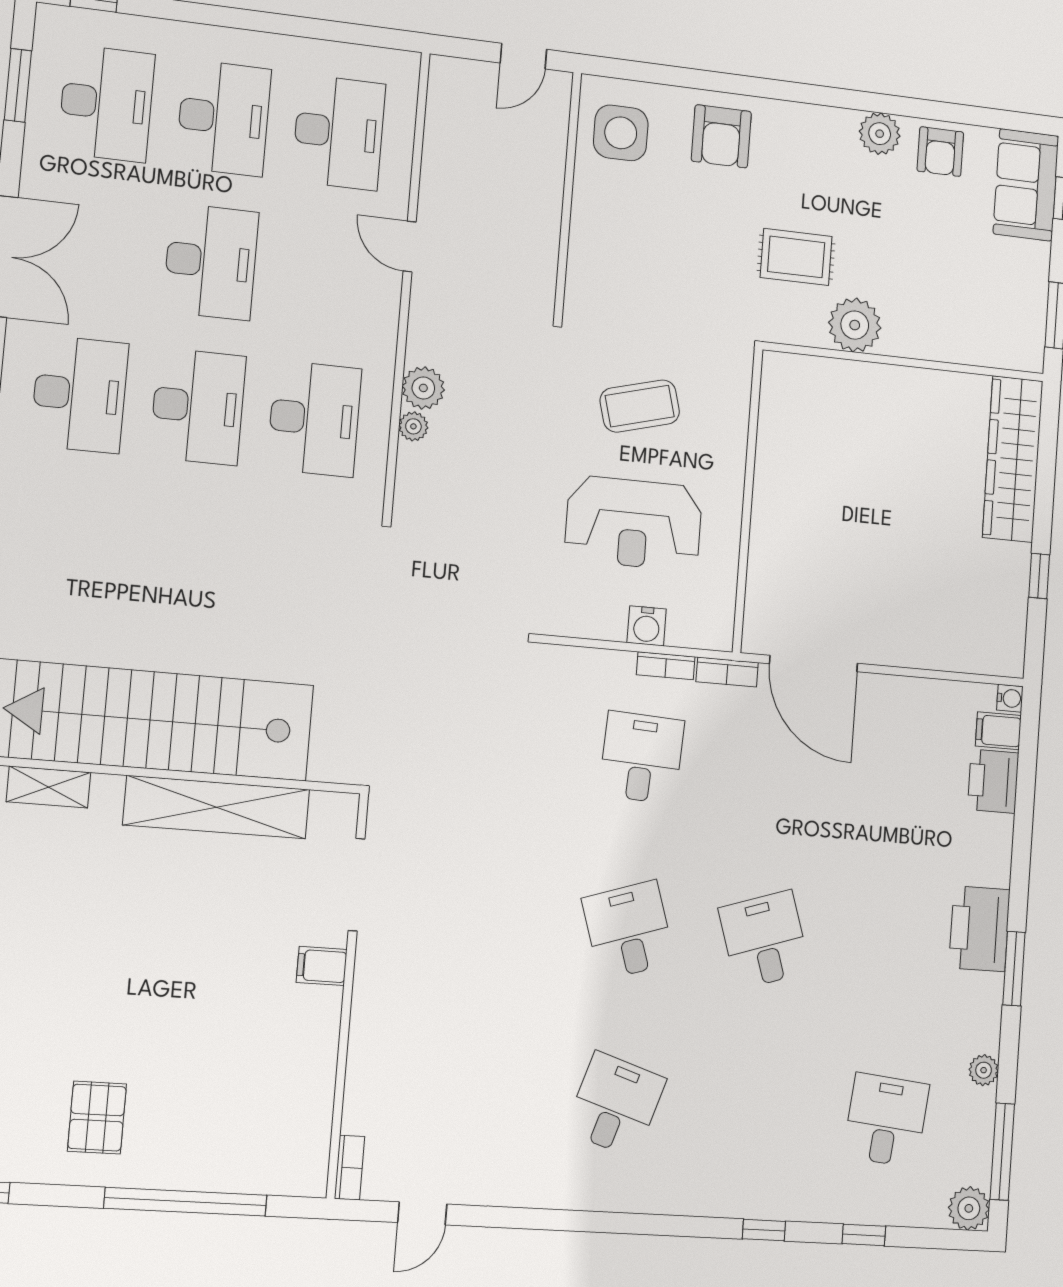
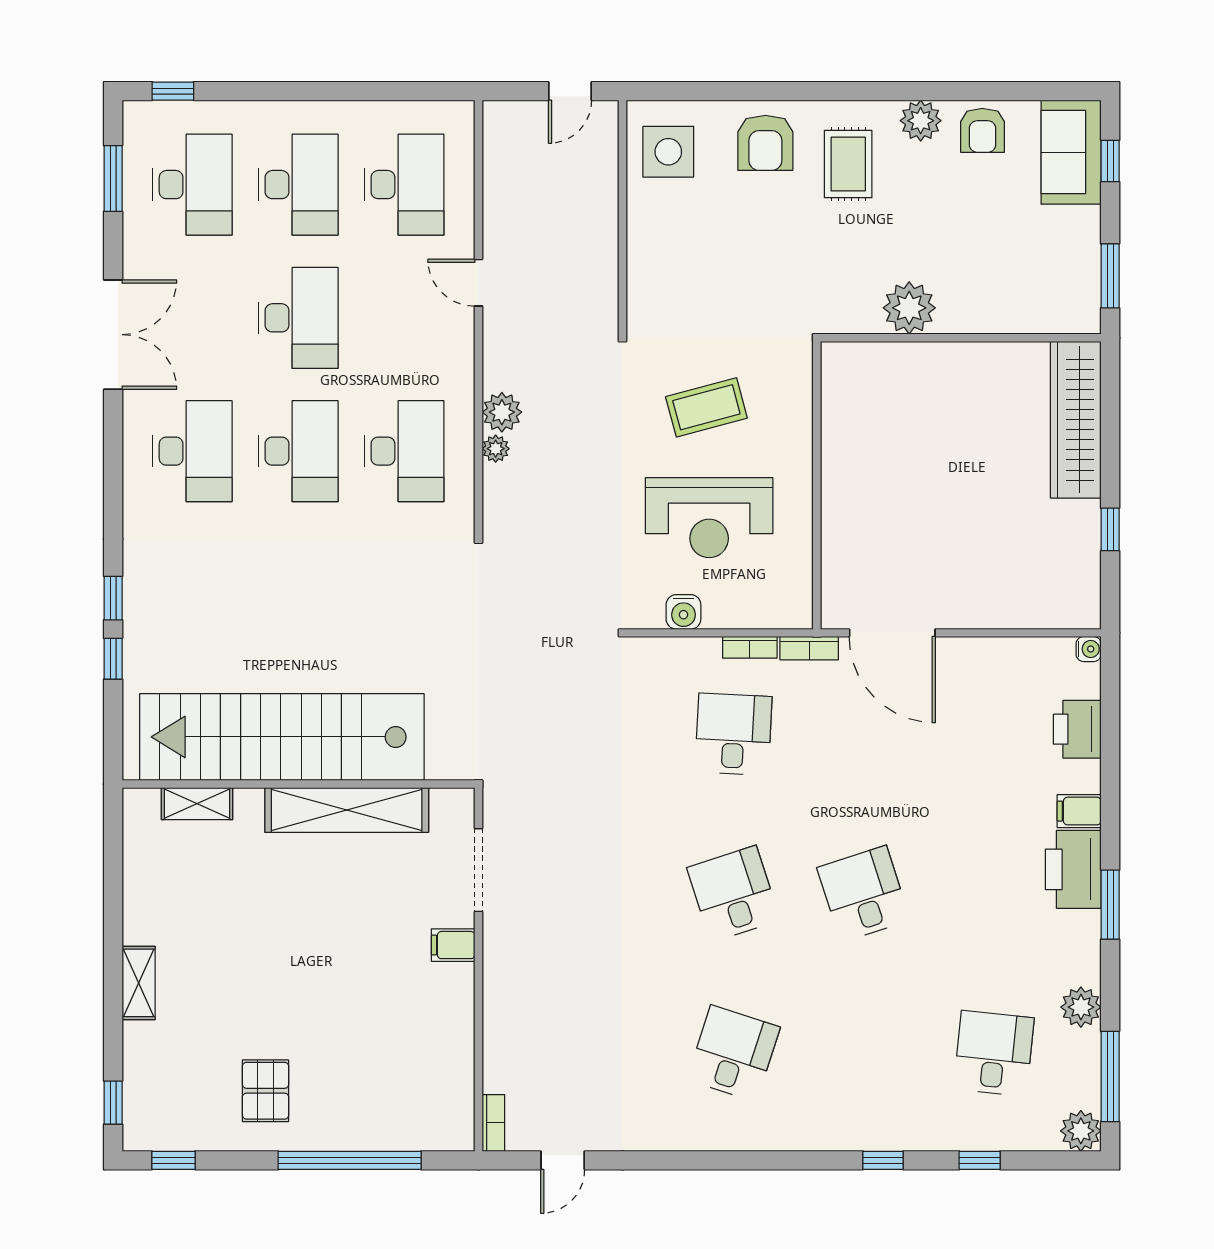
rug: (796, 257) -> (848, 164), moved, turned 90
water cooler: (647, 626) -> (683, 612), moved
filing cabinet: (998, 731) -> (1079, 811), moved
plant: (984, 1070) -> (1081, 1007), width x1.38, depth x1.38

